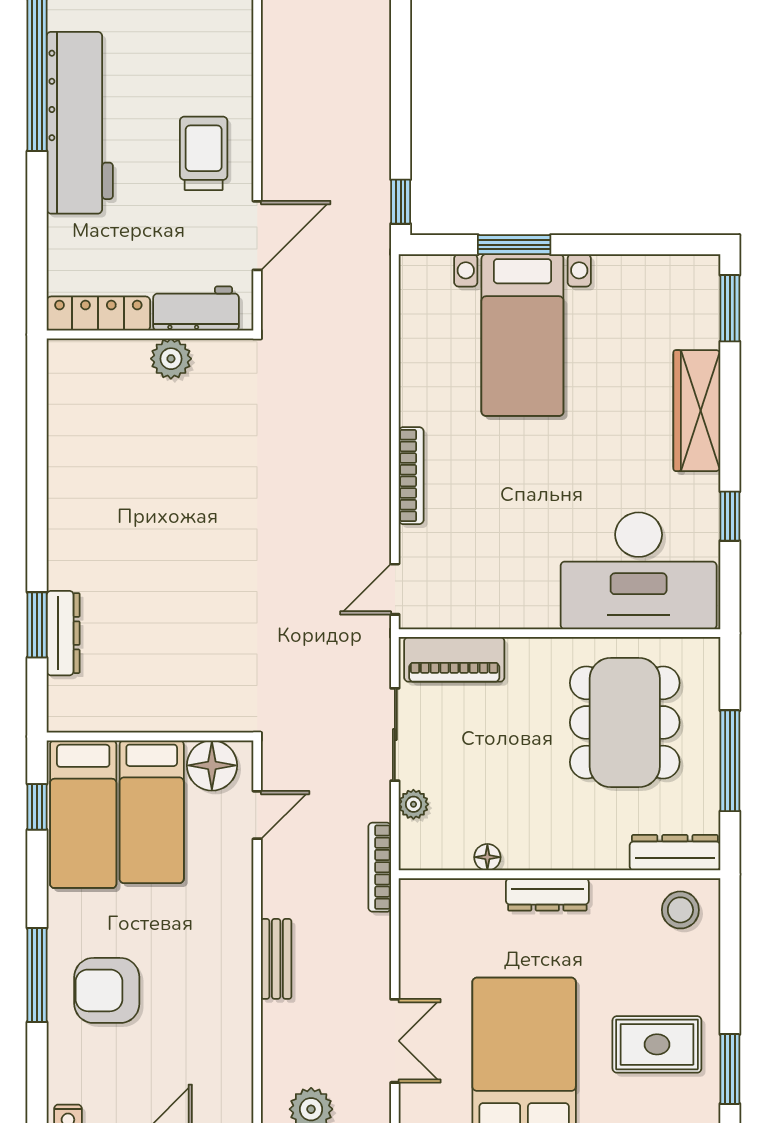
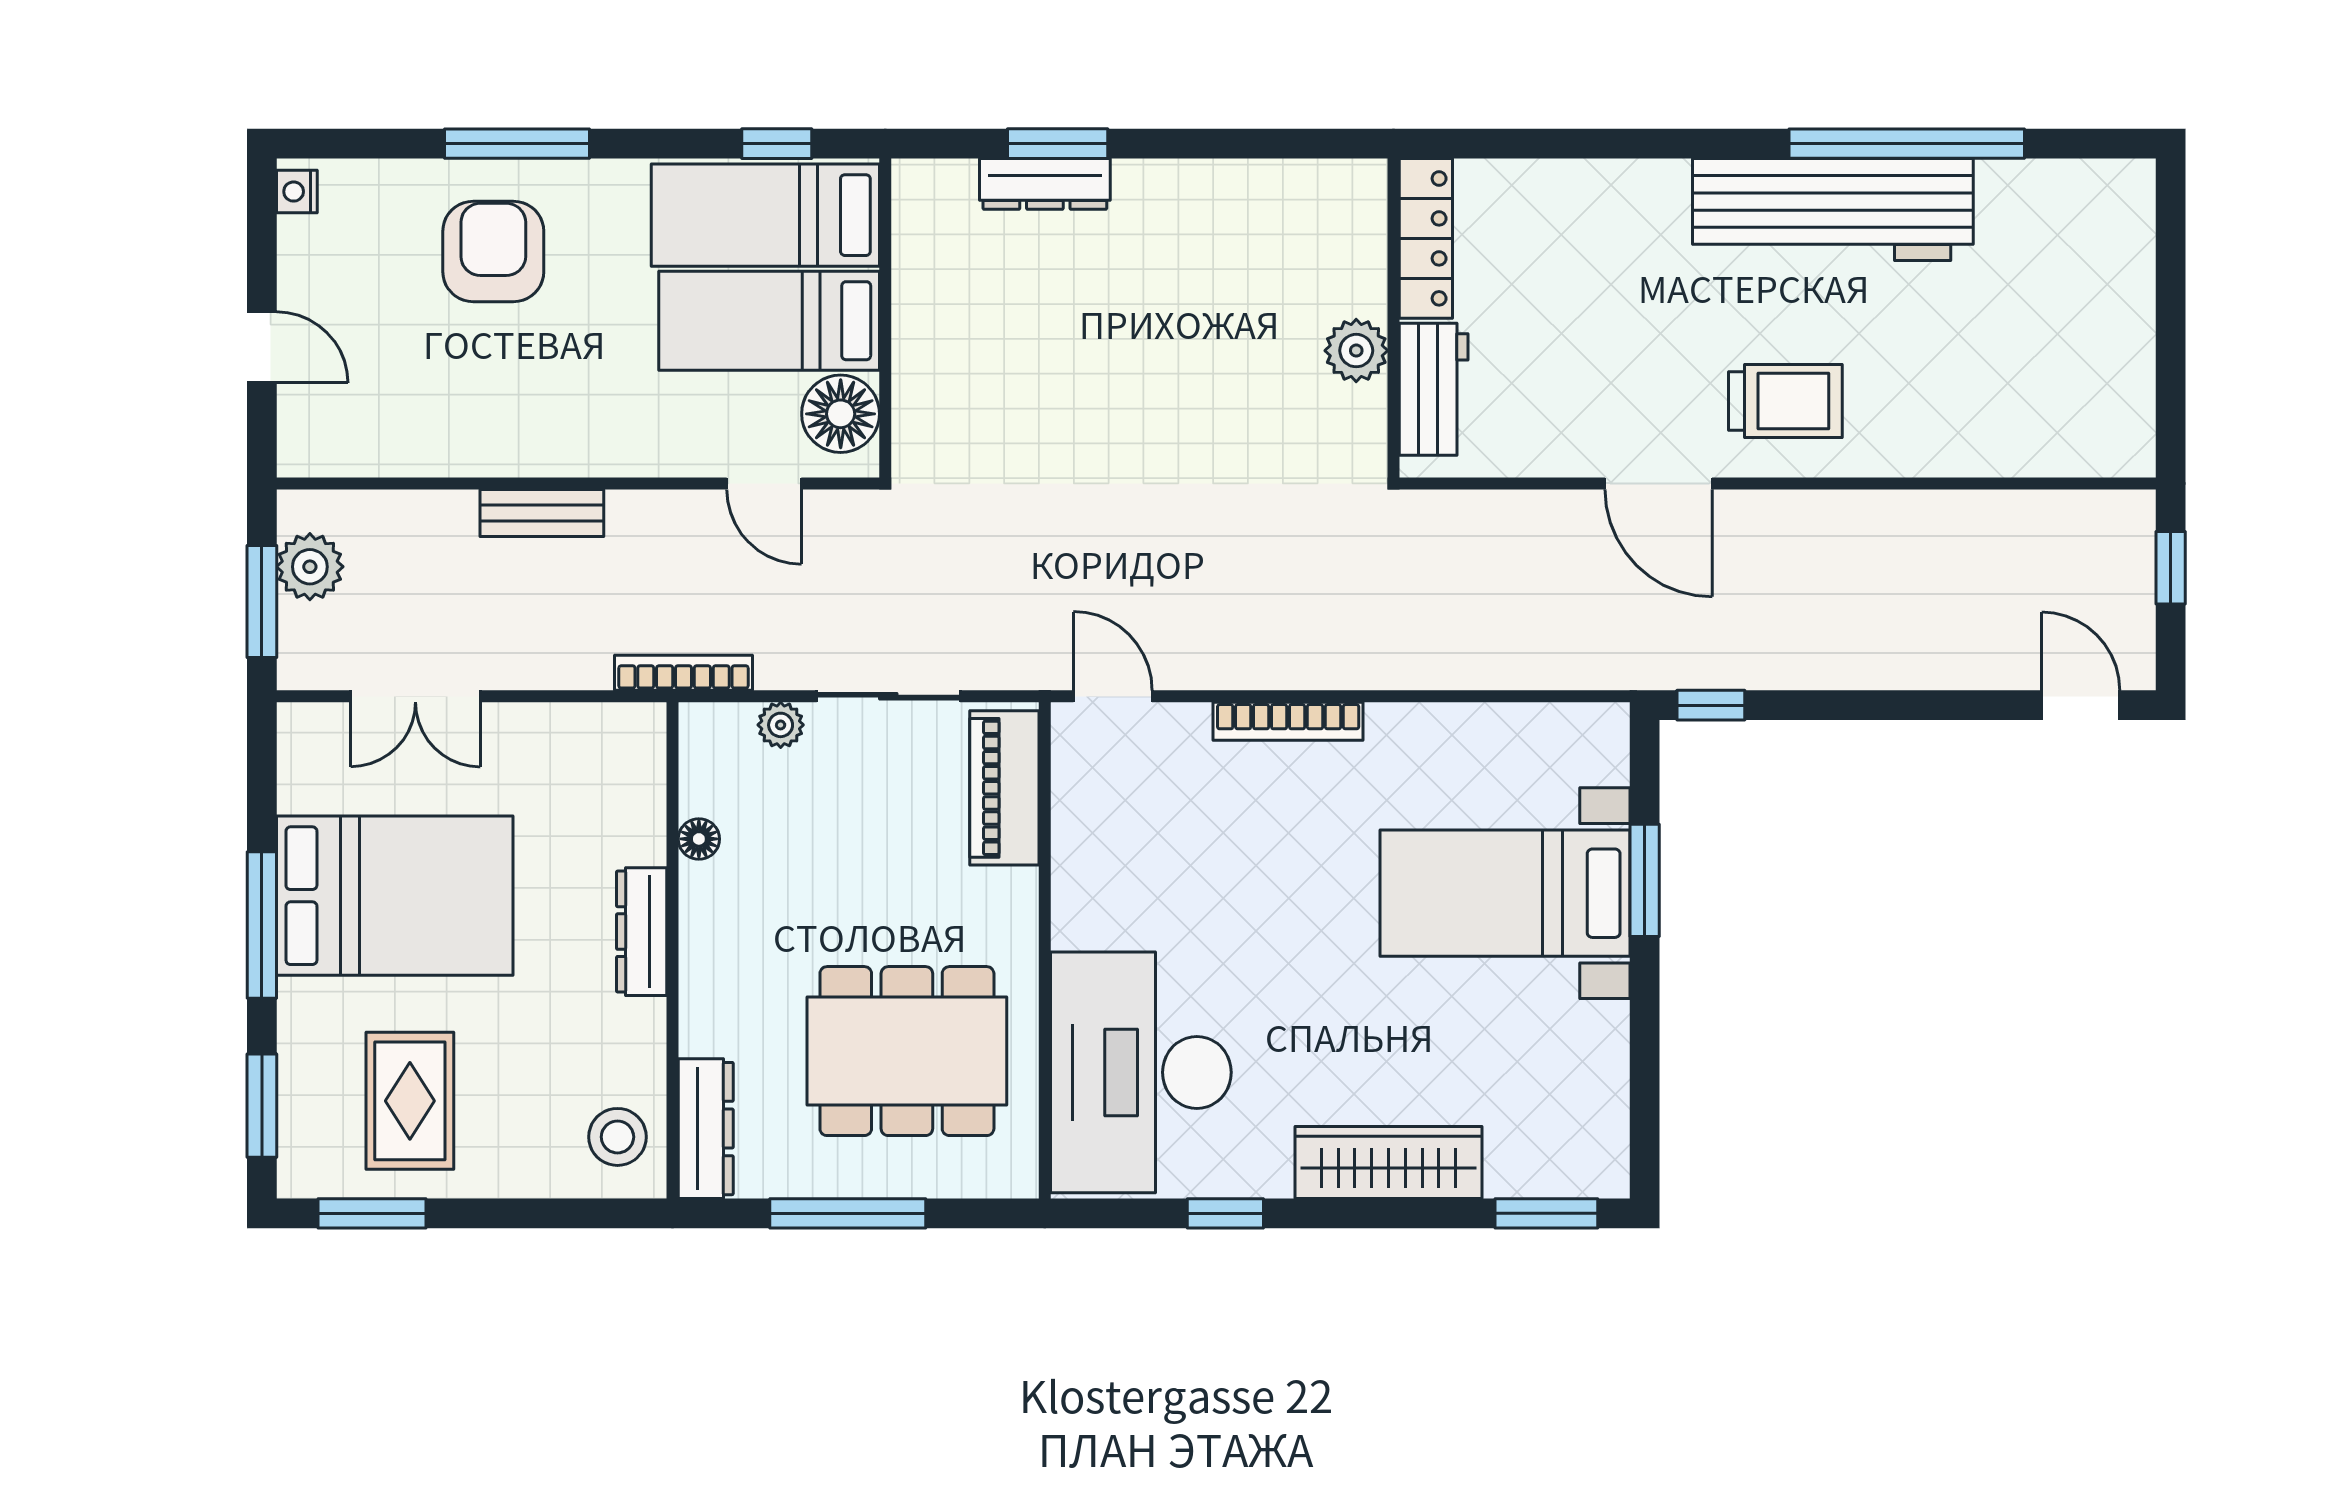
workbench: (196, 309) -> (1434, 389), moved
locker: (98, 314) -> (1426, 238), moved
wall: (150, 335) -> (1393, 318), moved
plant: (171, 359) -> (1356, 351), moved

